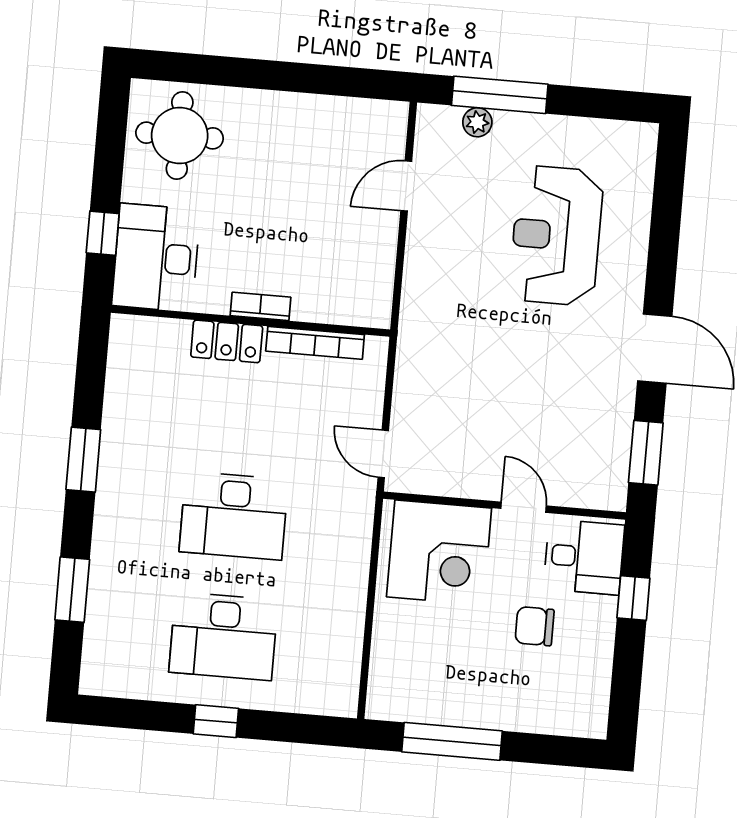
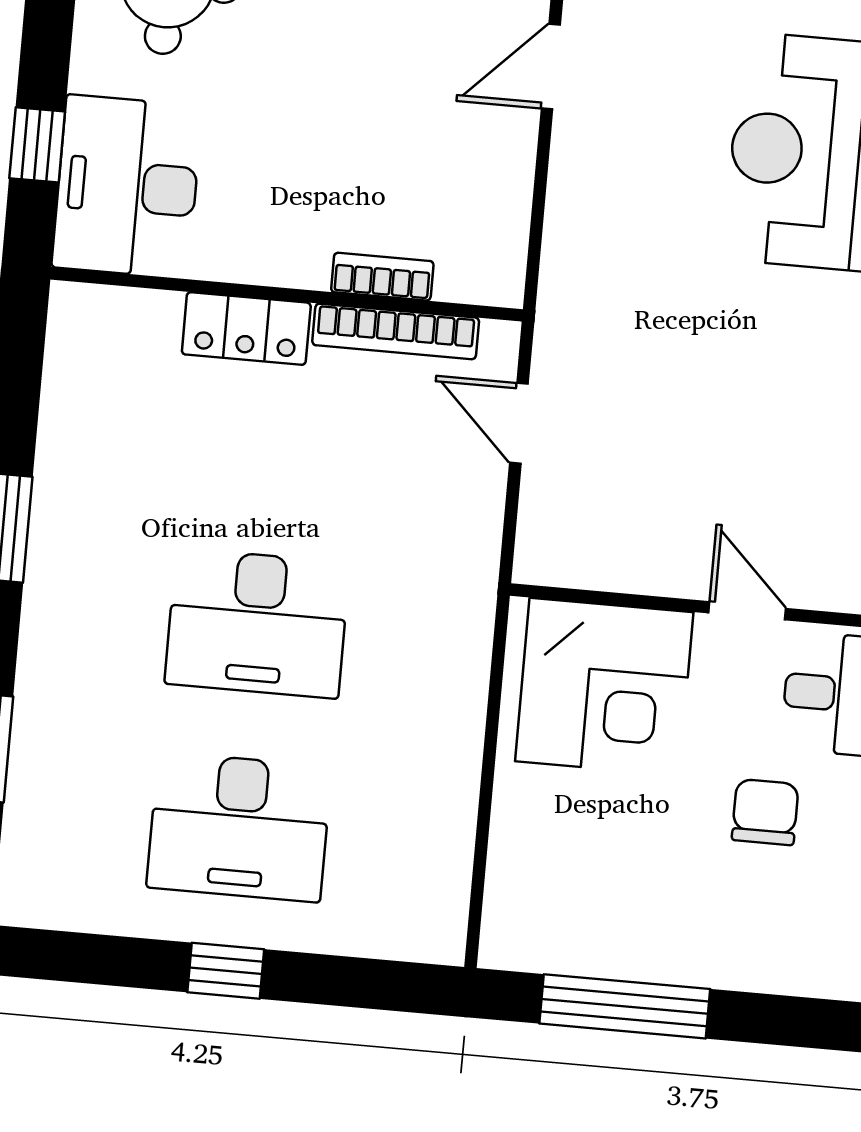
bookcase: (260, 306) -> (382, 277), moved
door: (383, 454) -> (519, 423), moved
chair: (535, 626) -> (765, 812), turned 90

